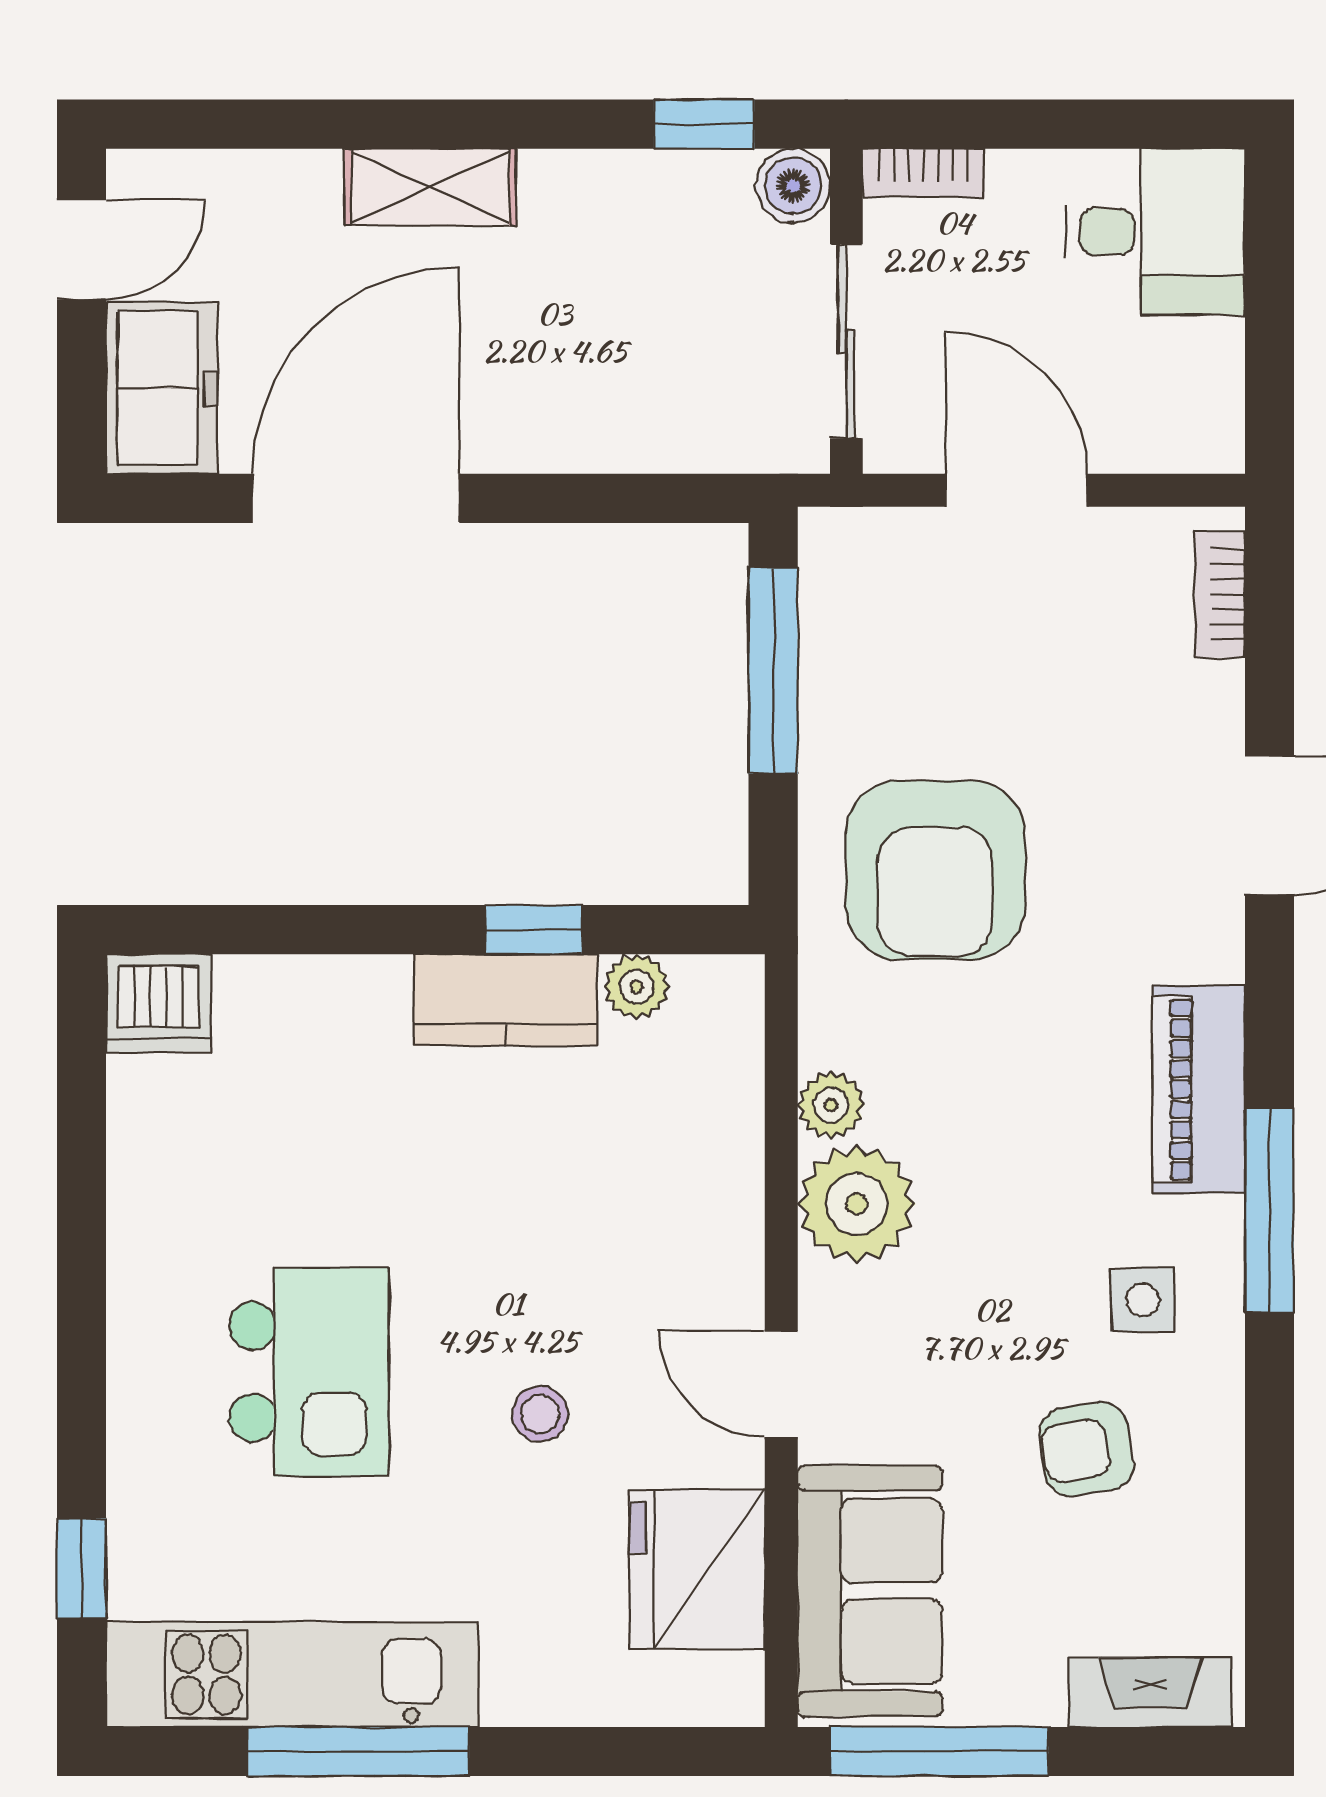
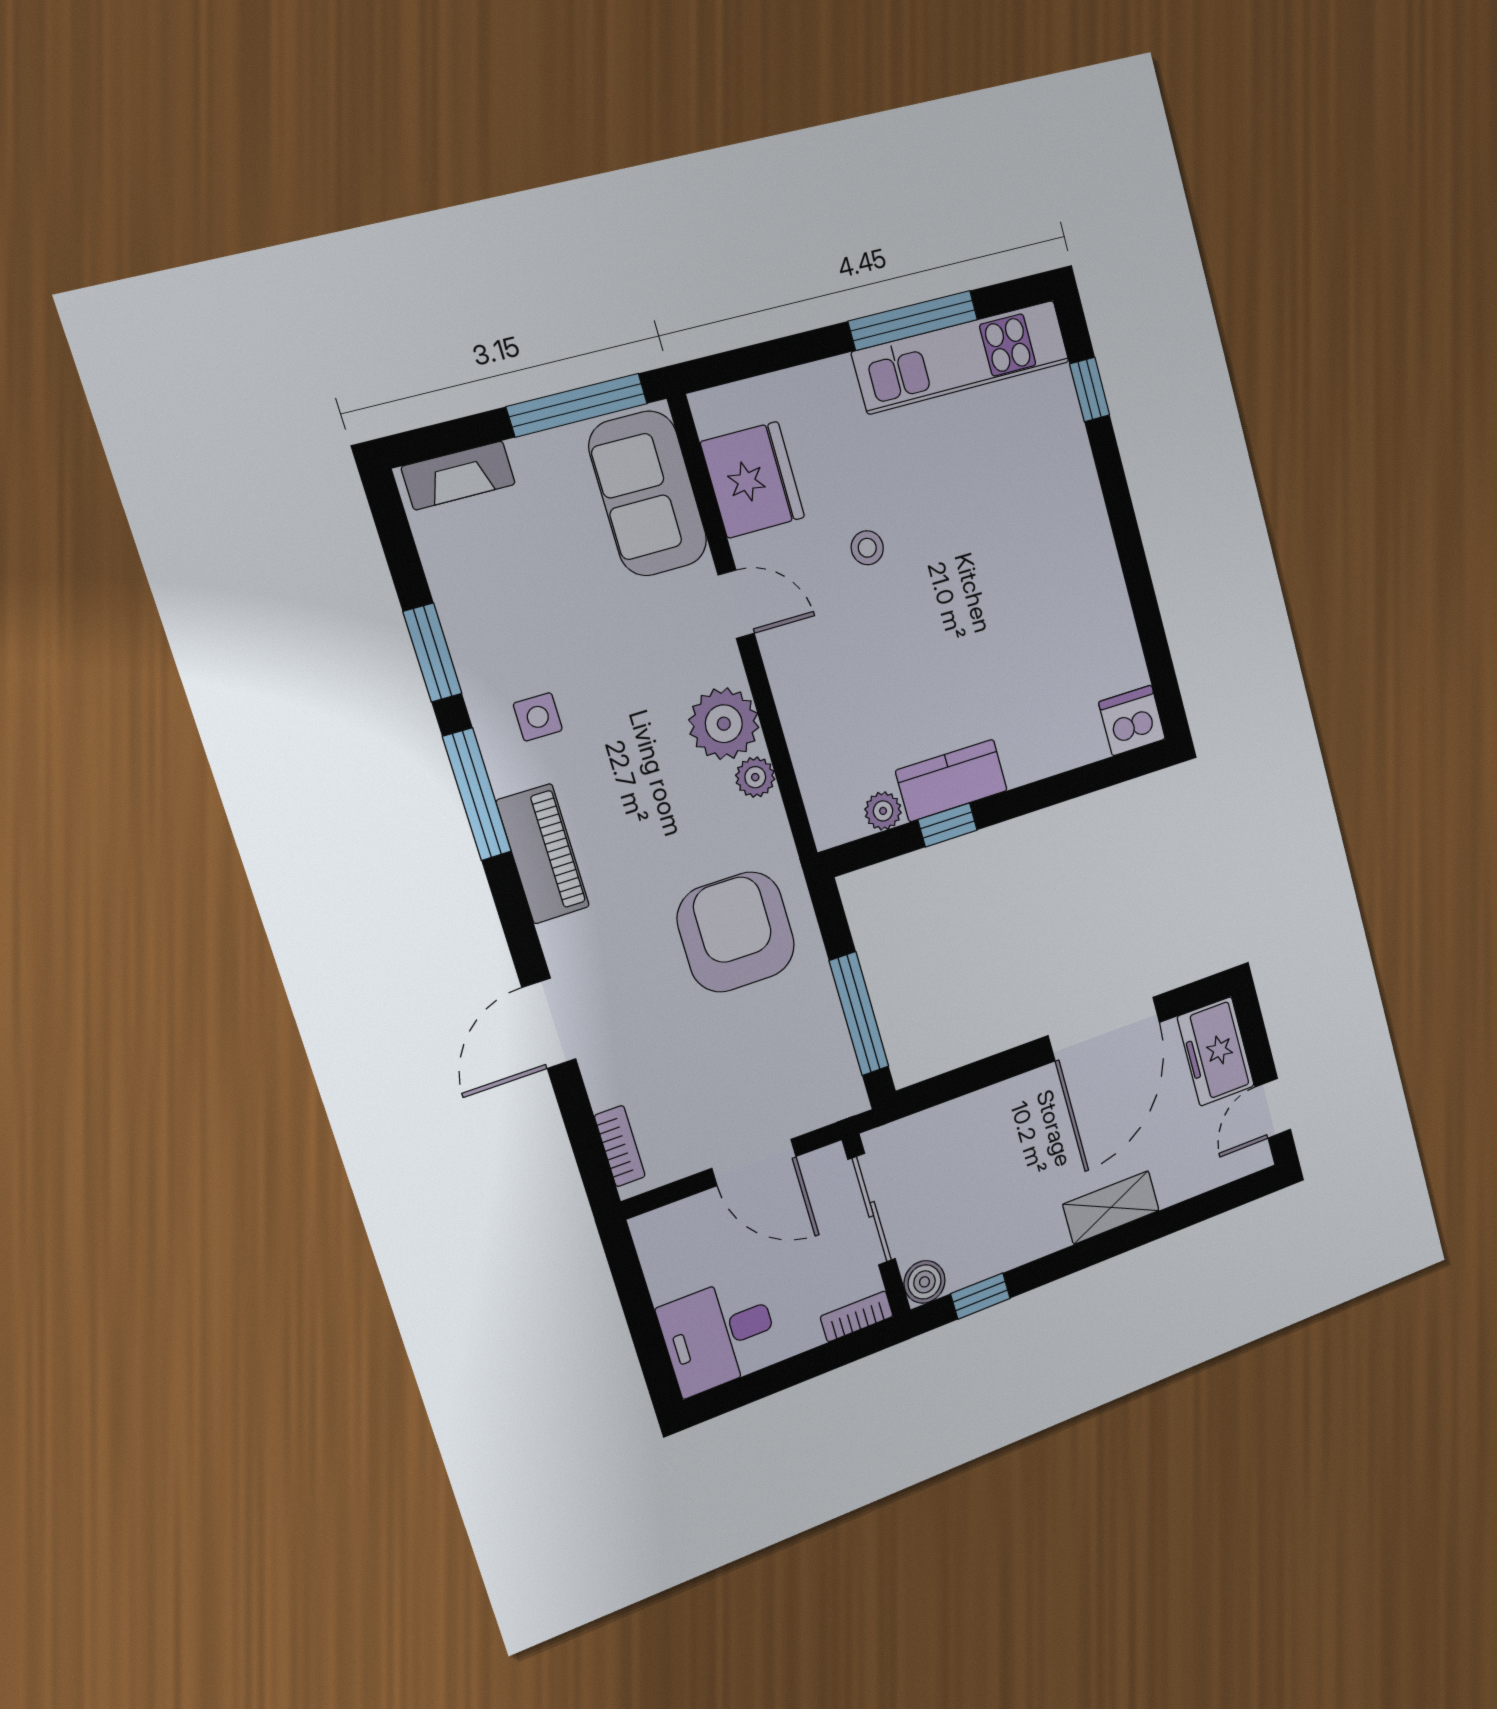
kitchen island: (309, 1372) -> (999, 536), removed
window: (1269, 1441) -> (432, 653), added
armchair: (1086, 1449) -> (544, 616), removed

